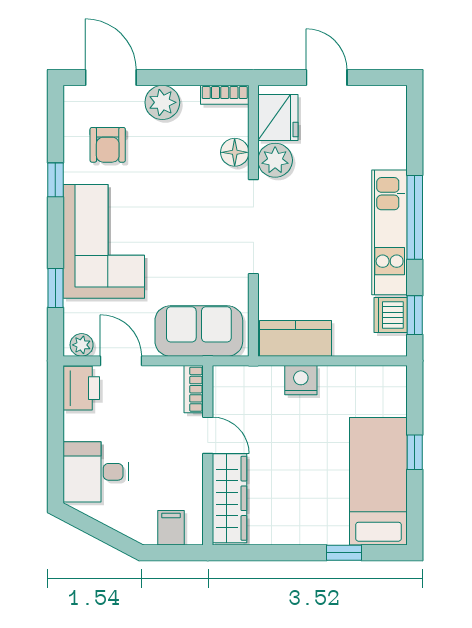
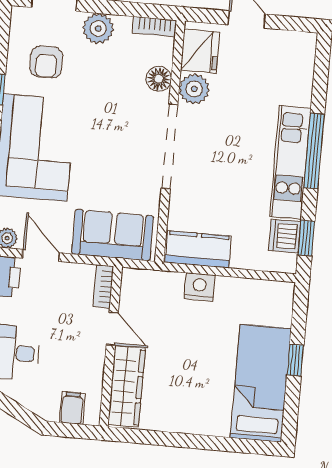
window: (344, 553) -> (224, 444), removed

